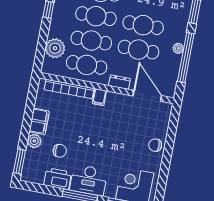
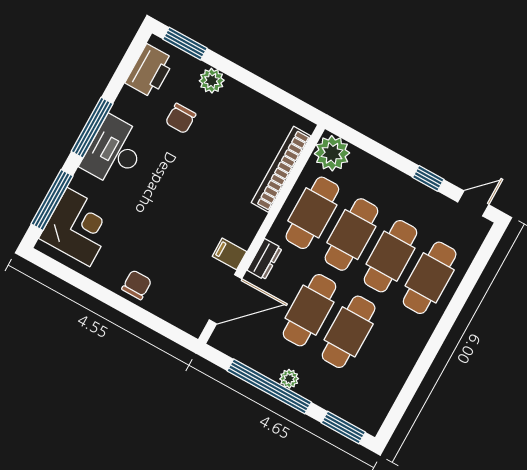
plant: (55, 48) -> (332, 153), moved
filing cabinet: (99, 97) -> (229, 254), moved
filing cabinet: (39, 121) -> (242, 100), removed
printer: (58, 179) -> (150, 71), moved

